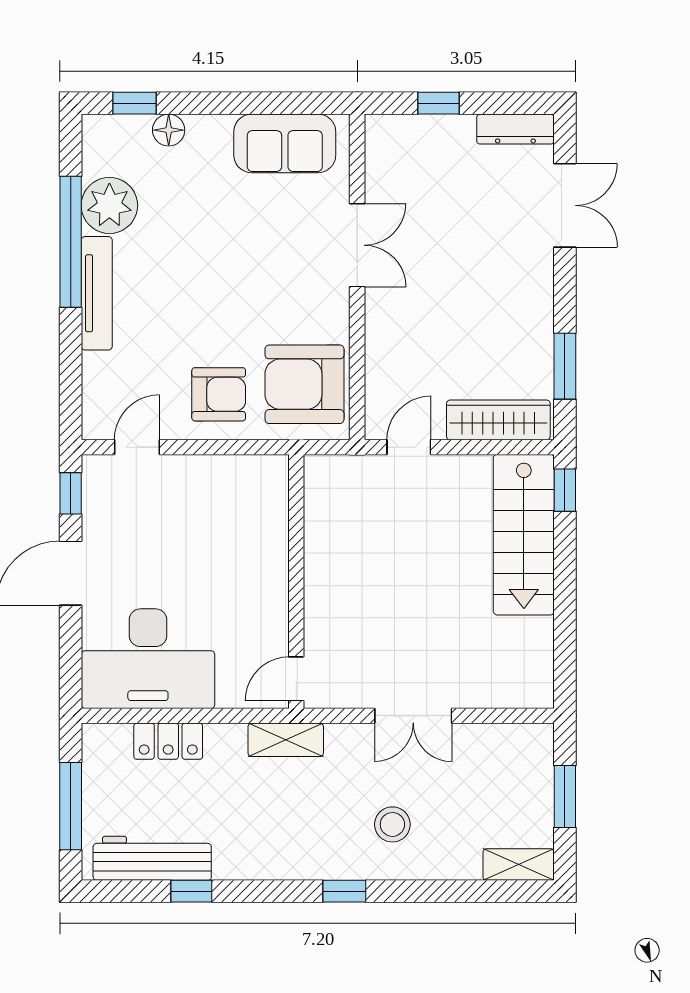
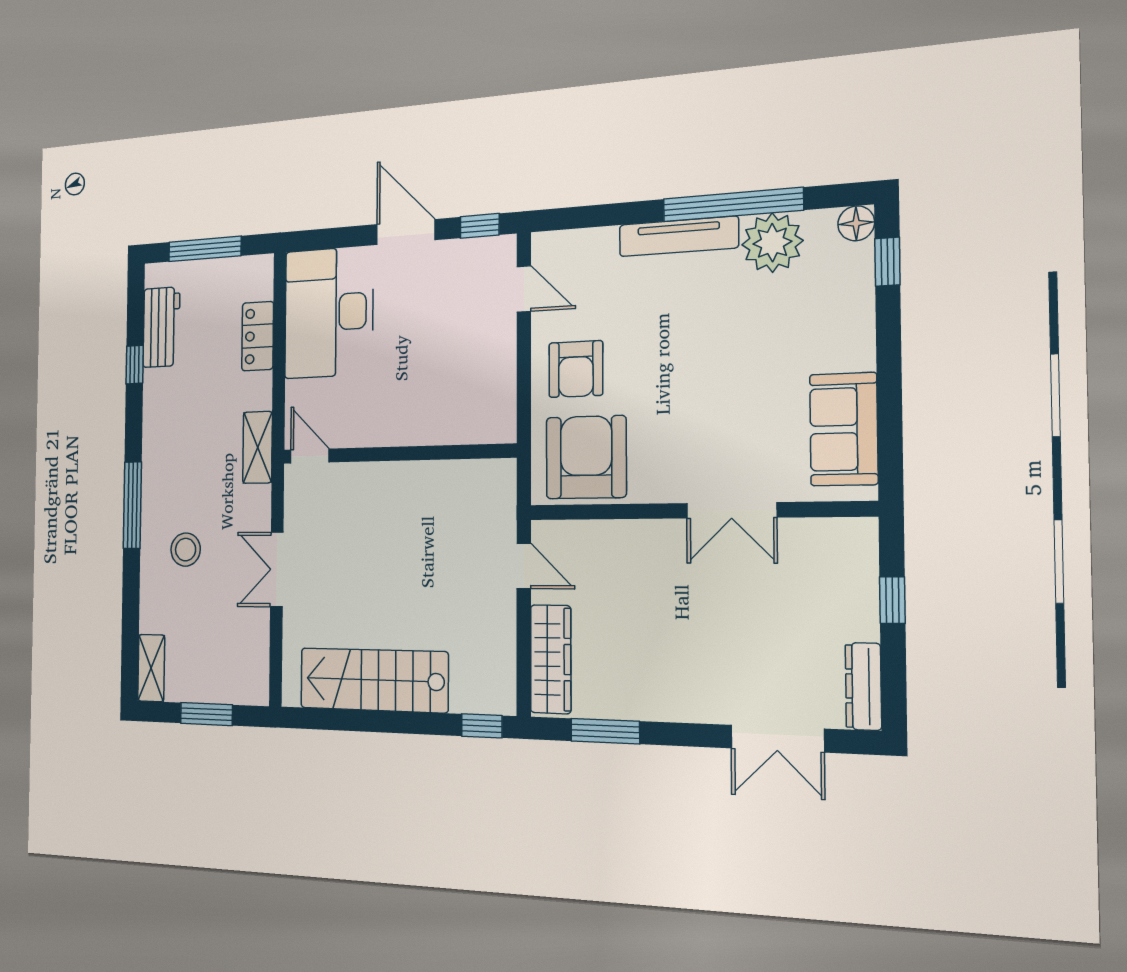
floor lamp: (169, 130) -> (856, 223), moved
stairs: (524, 535) -> (374, 680), moved
workbench: (152, 858) -> (161, 327), width x0.73
window: (344, 891) -> (132, 505), width x2.17

